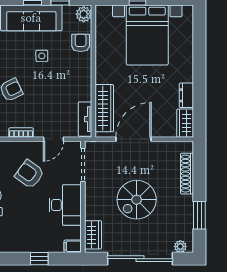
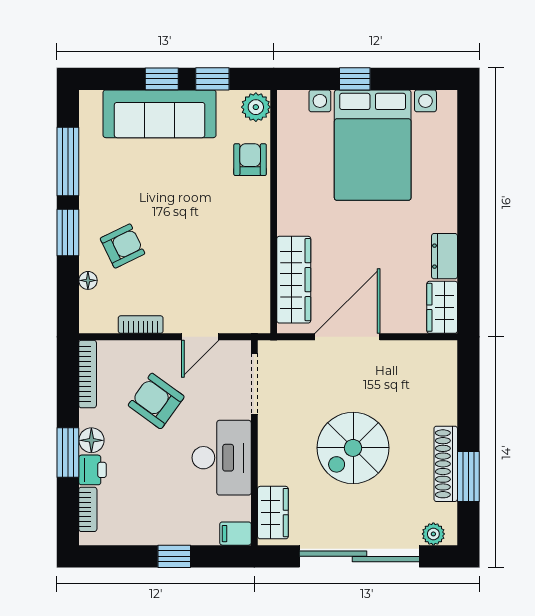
side table: (42, 56) -> (179, 184), removed
tv unit: (85, 119) -> (258, 300), removed
shoe rack: (187, 174) -> (446, 464), moved

